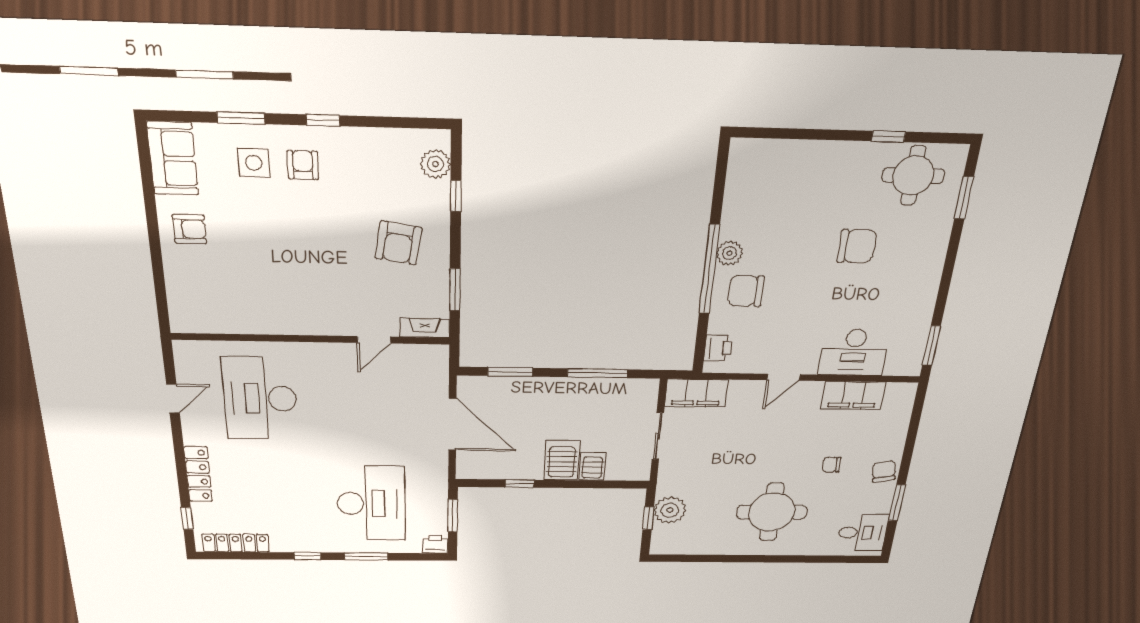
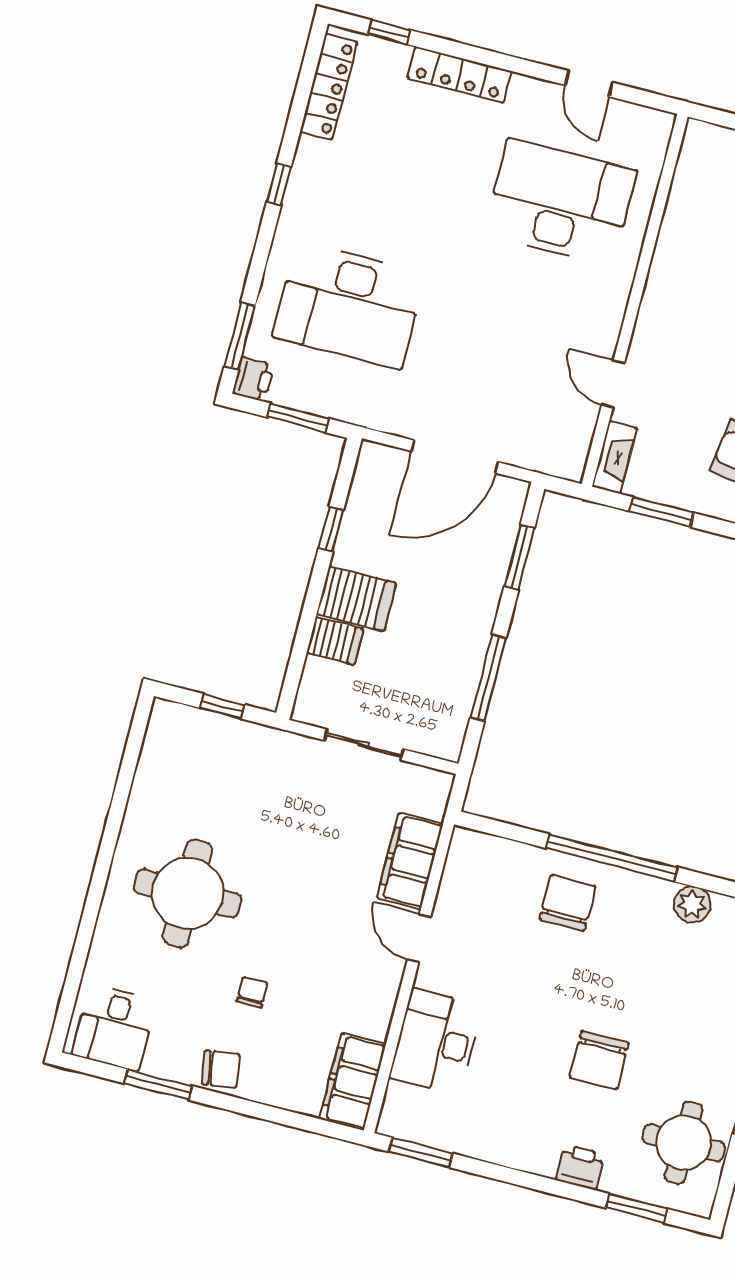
plant: (730, 253) -> (692, 904), moved
printer: (718, 348) -> (580, 1167), moved, turned 180
filing cabinet: (696, 393) -> (410, 861), moved
filing cabinet: (853, 395) -> (353, 1082), moved
plant: (670, 510) -> (229, 741), removed
window: (366, 556) -> (240, 336), moved

